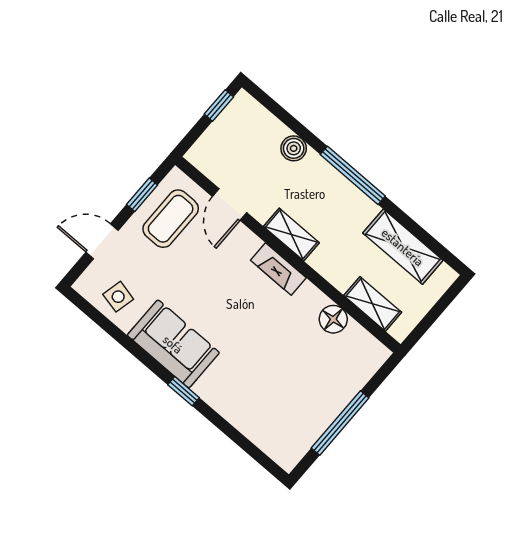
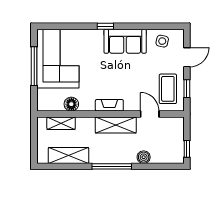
shelving: (291, 235) -> (116, 125), width x1.50, depth x1.33
corner sofa: (295, 404) -> (58, 59), added

